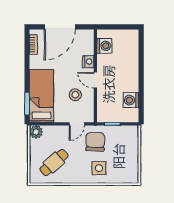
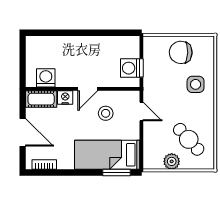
door: (60, 27) -> (23, 132), width x0.73
cot: (87, 42) -> (41, 99), added
washing machine: (131, 100) -> (130, 68), moved, turned 90
plant: (36, 132) -> (172, 161), moved
chair: (95, 142) -> (181, 52), moved

